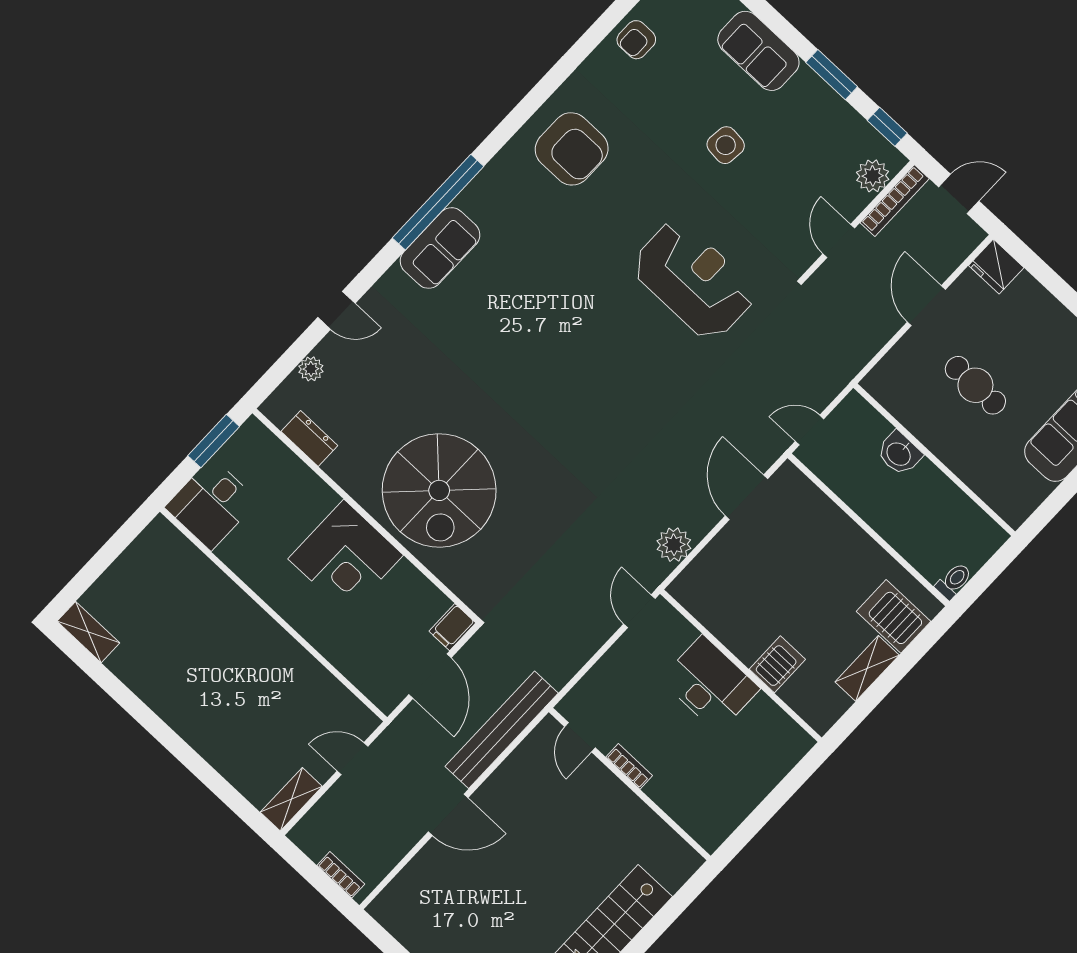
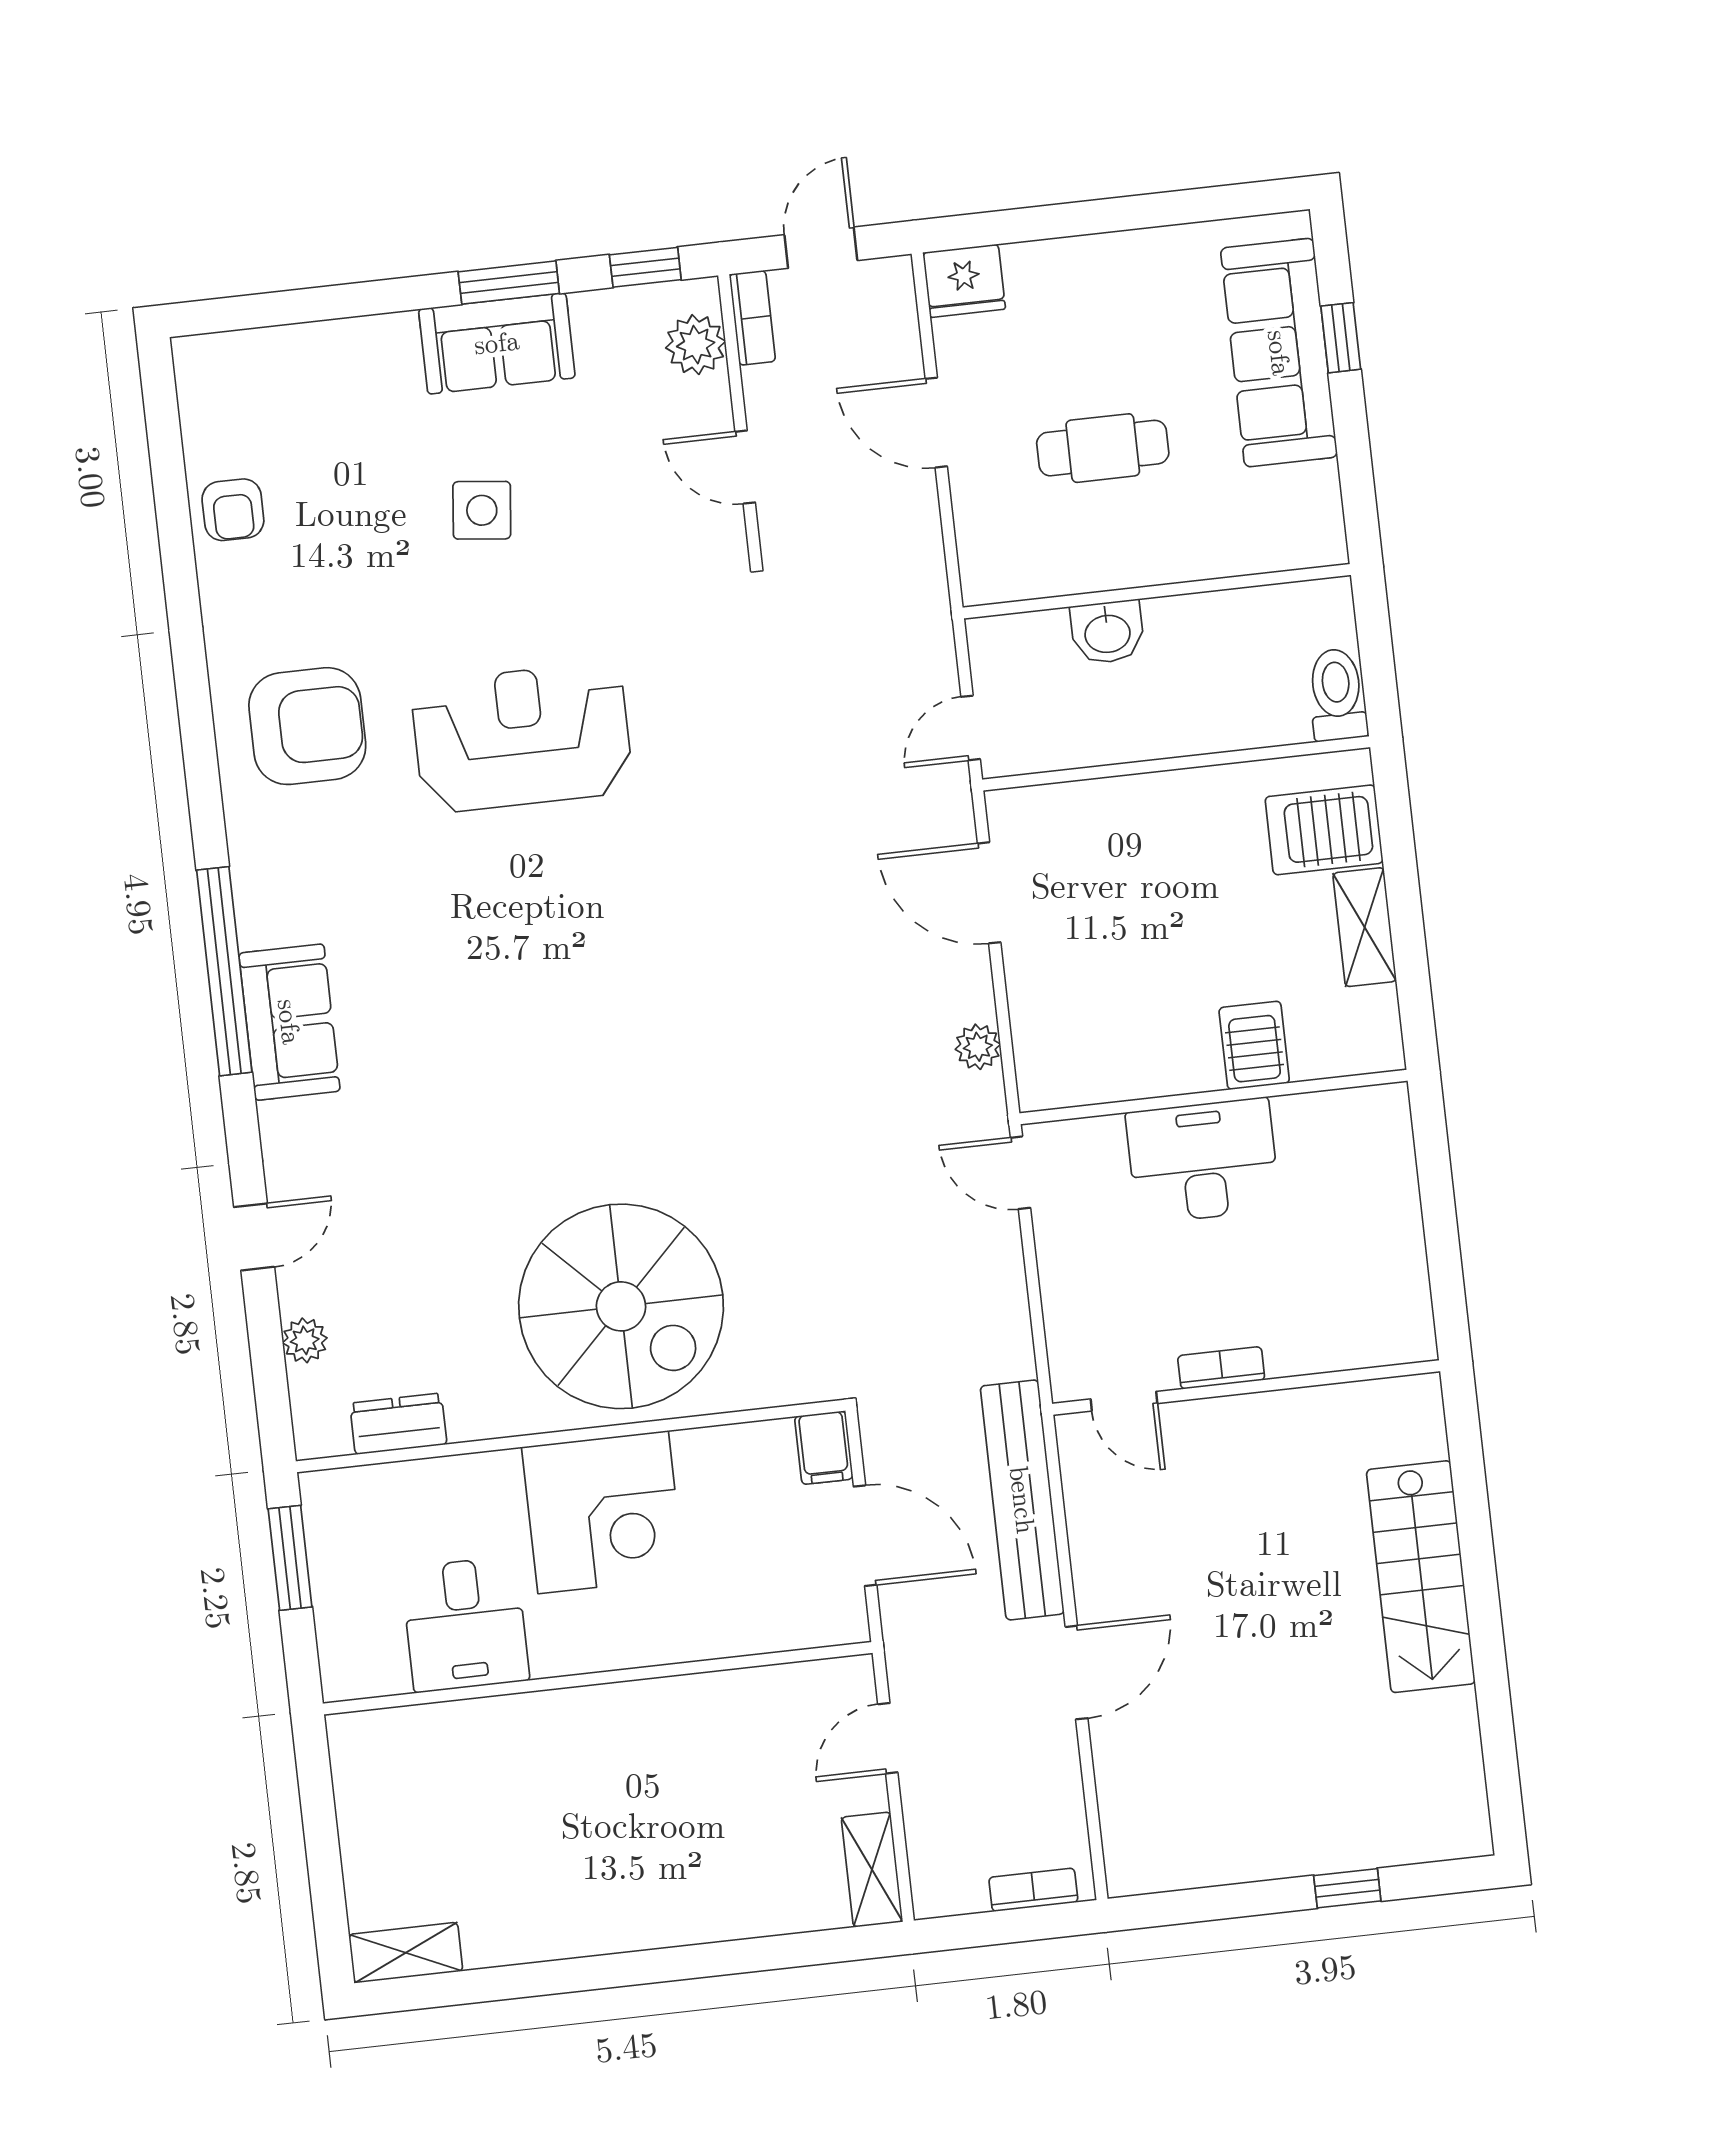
sofa: (758, 51) -> (497, 343), moved
bookcase: (895, 201) -> (752, 318), width x0.64
reception desk: (694, 280) -> (522, 738), moved
desk: (211, 504) -> (465, 1624), moved
plant: (674, 545) -> (978, 1047), width x0.73, depth x0.73
toilet: (954, 581) -> (1337, 695), width x1.37, depth x1.39

